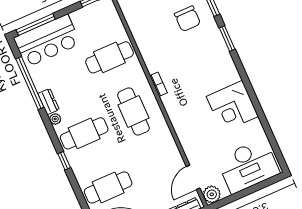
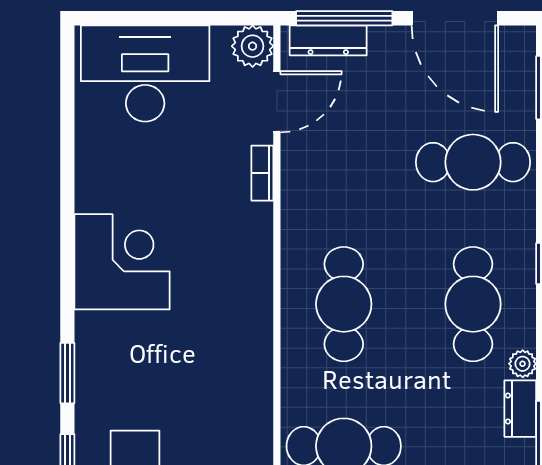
bookcase: (158, 84) -> (262, 173), moved
corner desk: (232, 106) -> (122, 262), moved
cafe table: (84, 133) -> (473, 304), turned 90

